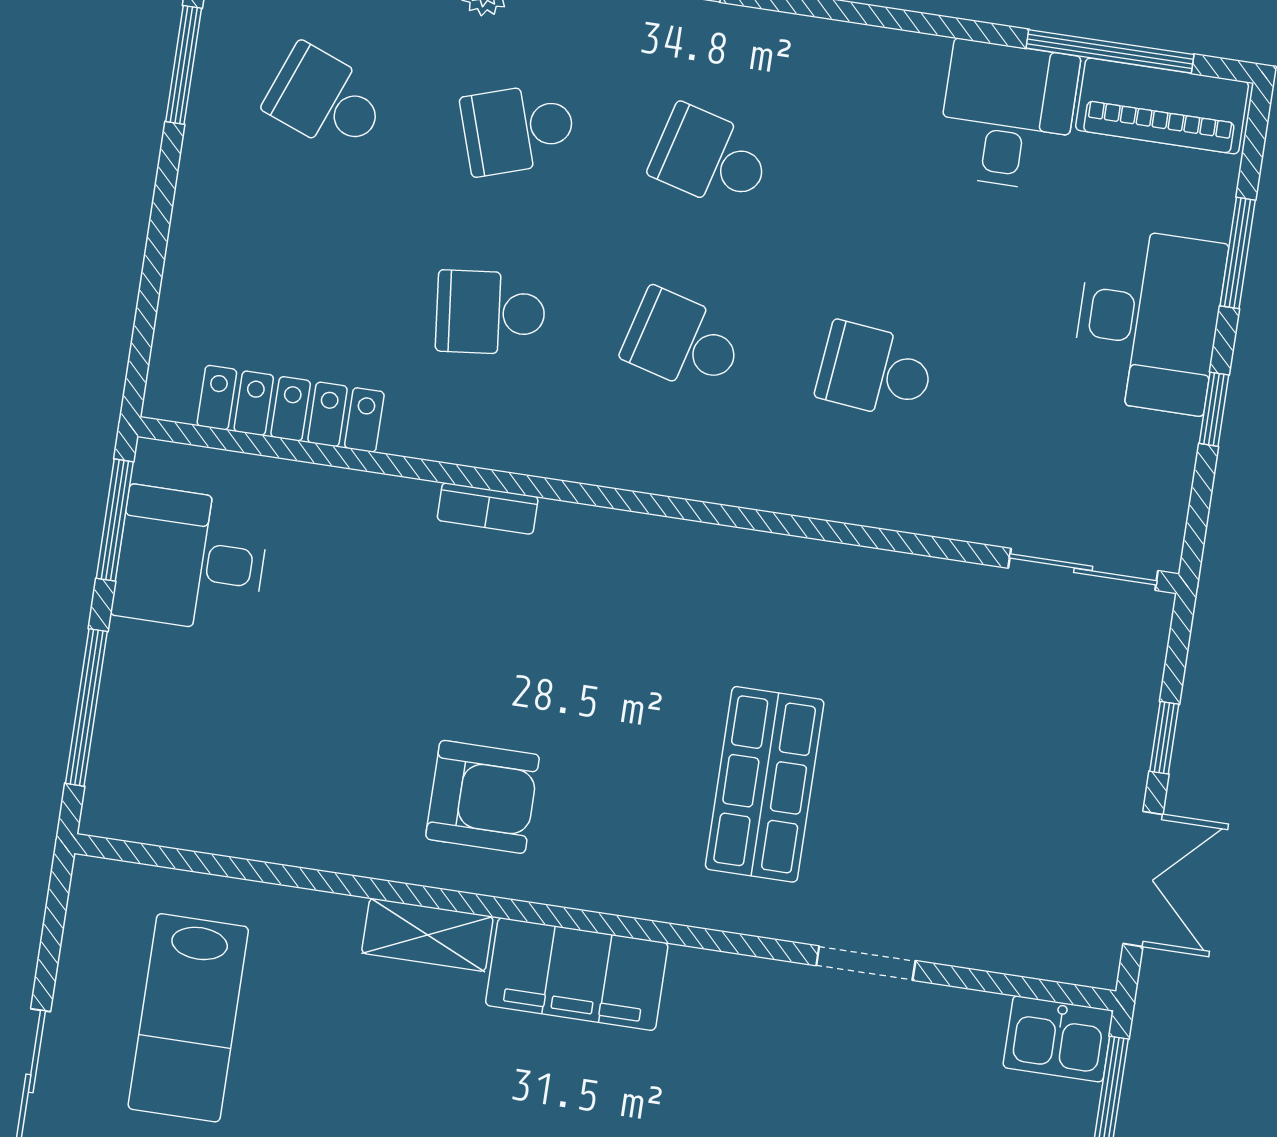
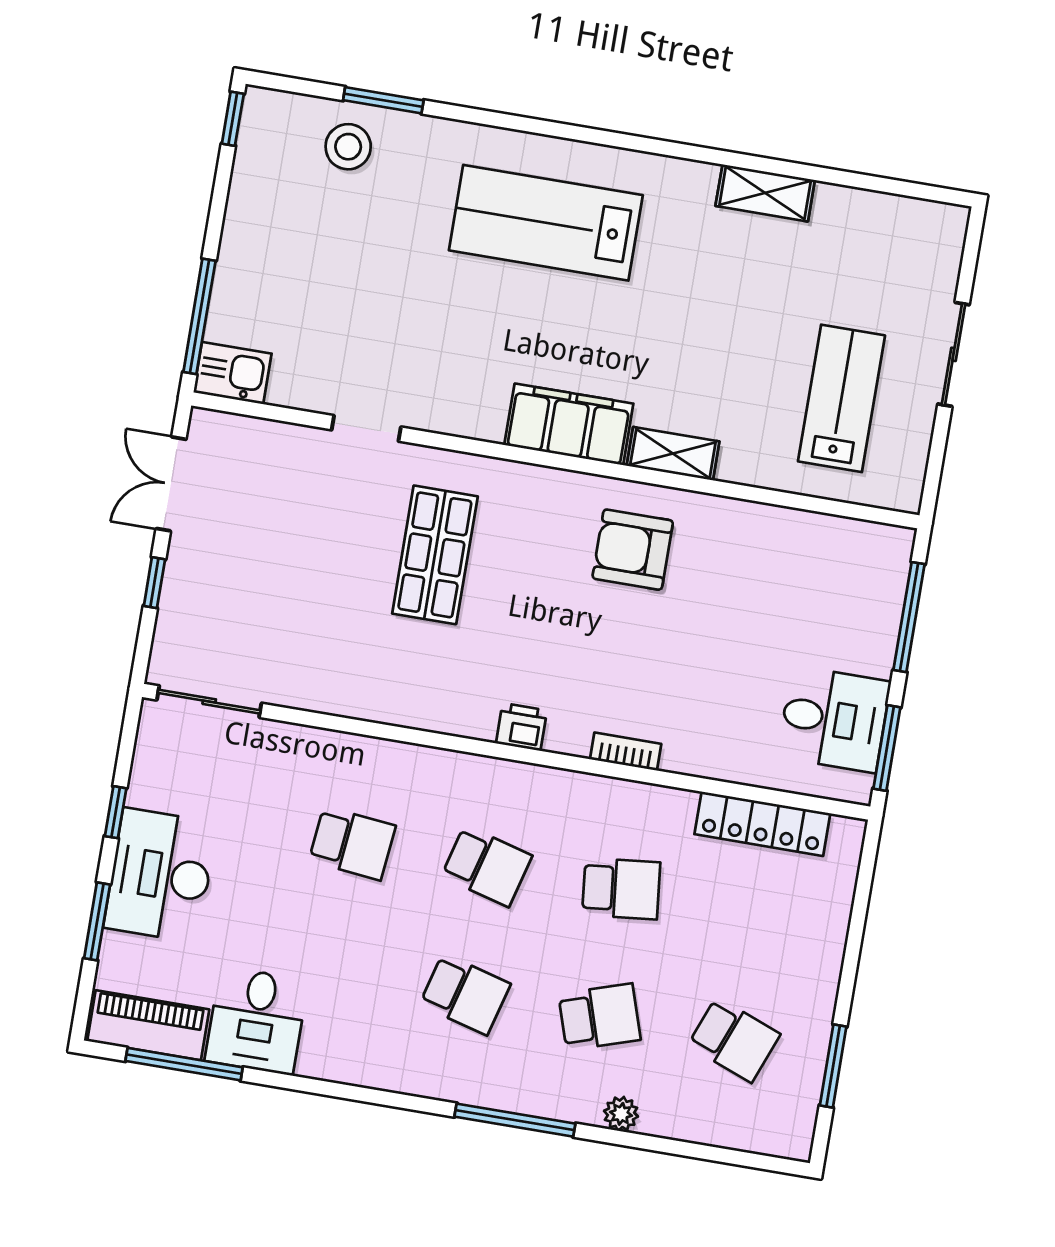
printer: (637, 541) -> (521, 727), added

